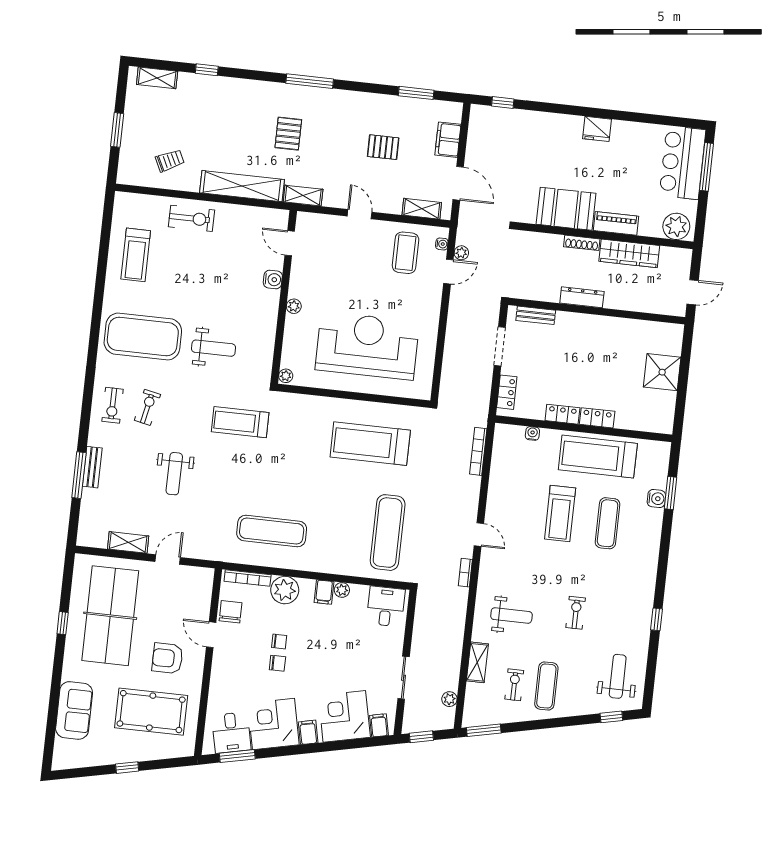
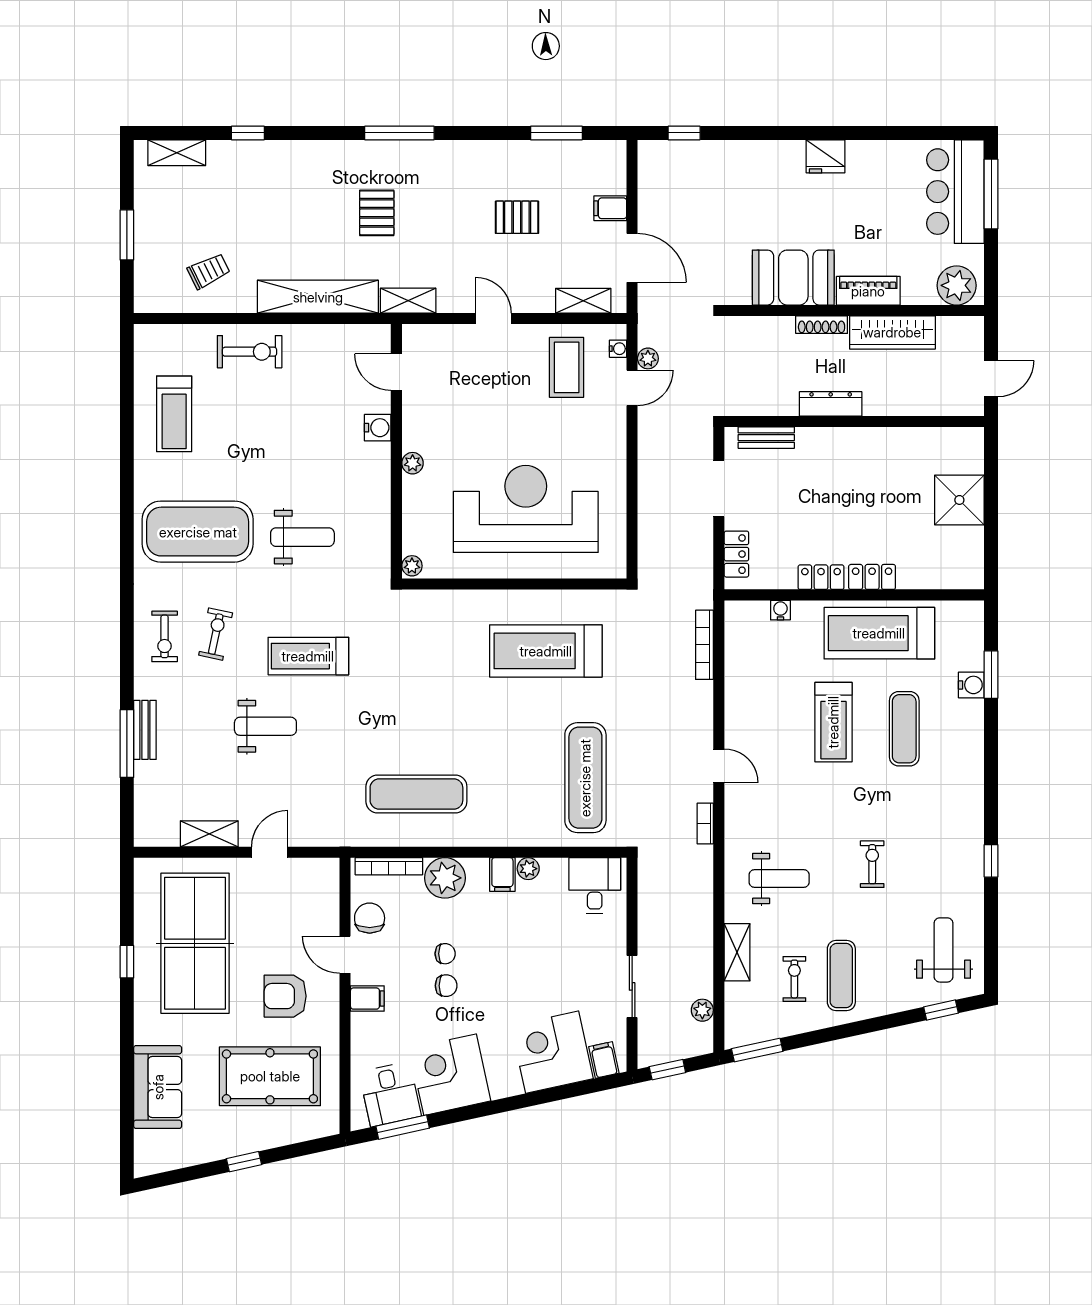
filing cabinet: (448, 140) -> (610, 208), width x0.50
treadmill: (240, 422) -> (308, 656), moved
weight bench: (174, 474) -> (265, 726), turned -90
filing cabinet: (308, 732) -> (367, 999), moved, turned 102

